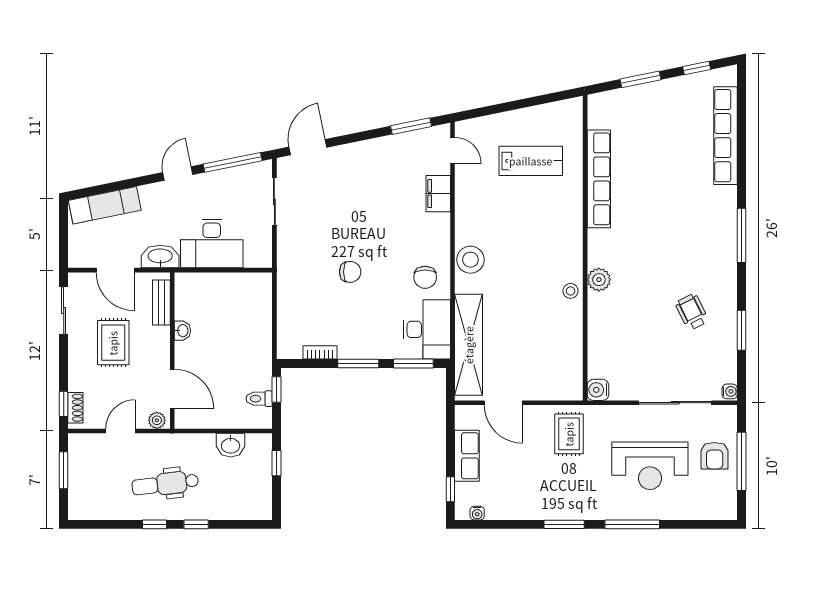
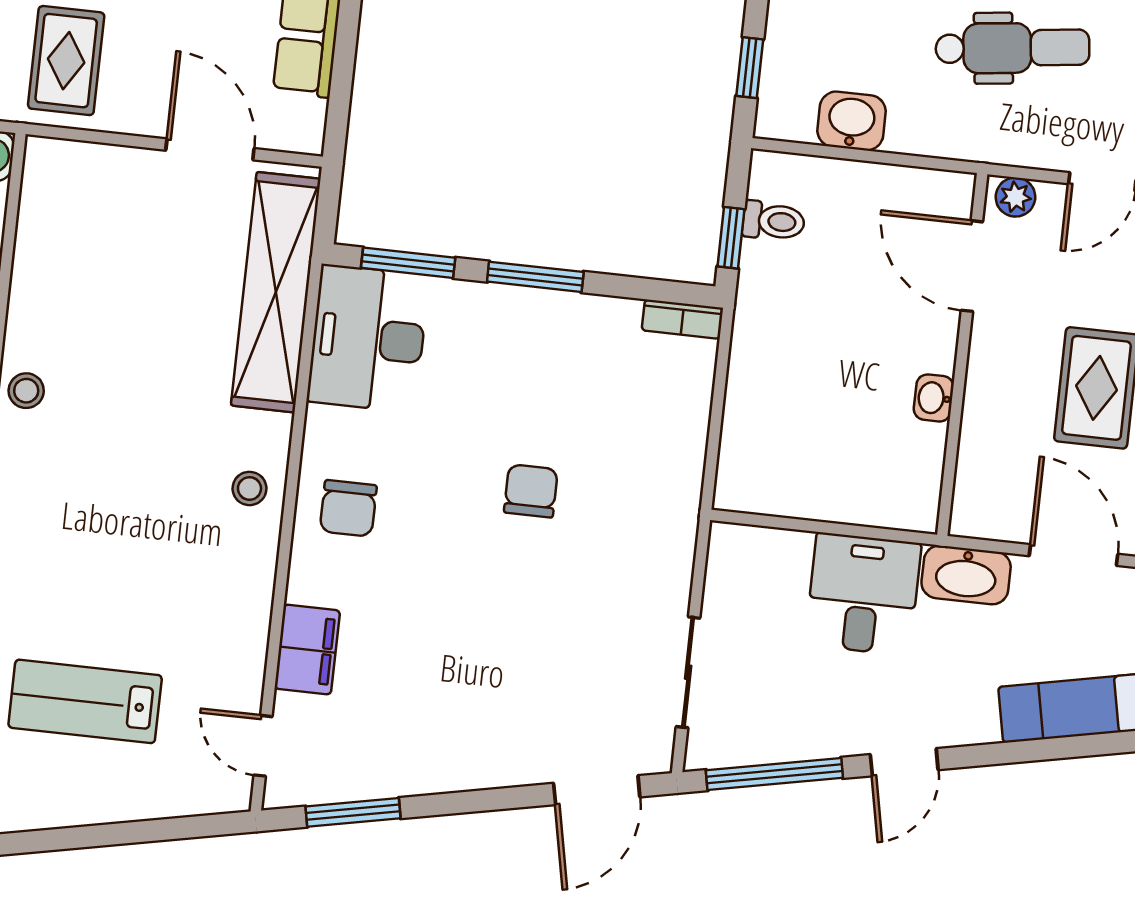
desk: (212, 243) -> (863, 594), width x0.73
stool: (470, 260) -> (249, 488), width x0.53, depth x0.53
chair: (350, 272) -> (531, 491), turned 90
chair: (425, 277) -> (348, 508), moved, turned 180
bench: (161, 302) -> (975, 468), removed
bookcase: (320, 352) -> (682, 319), moved

